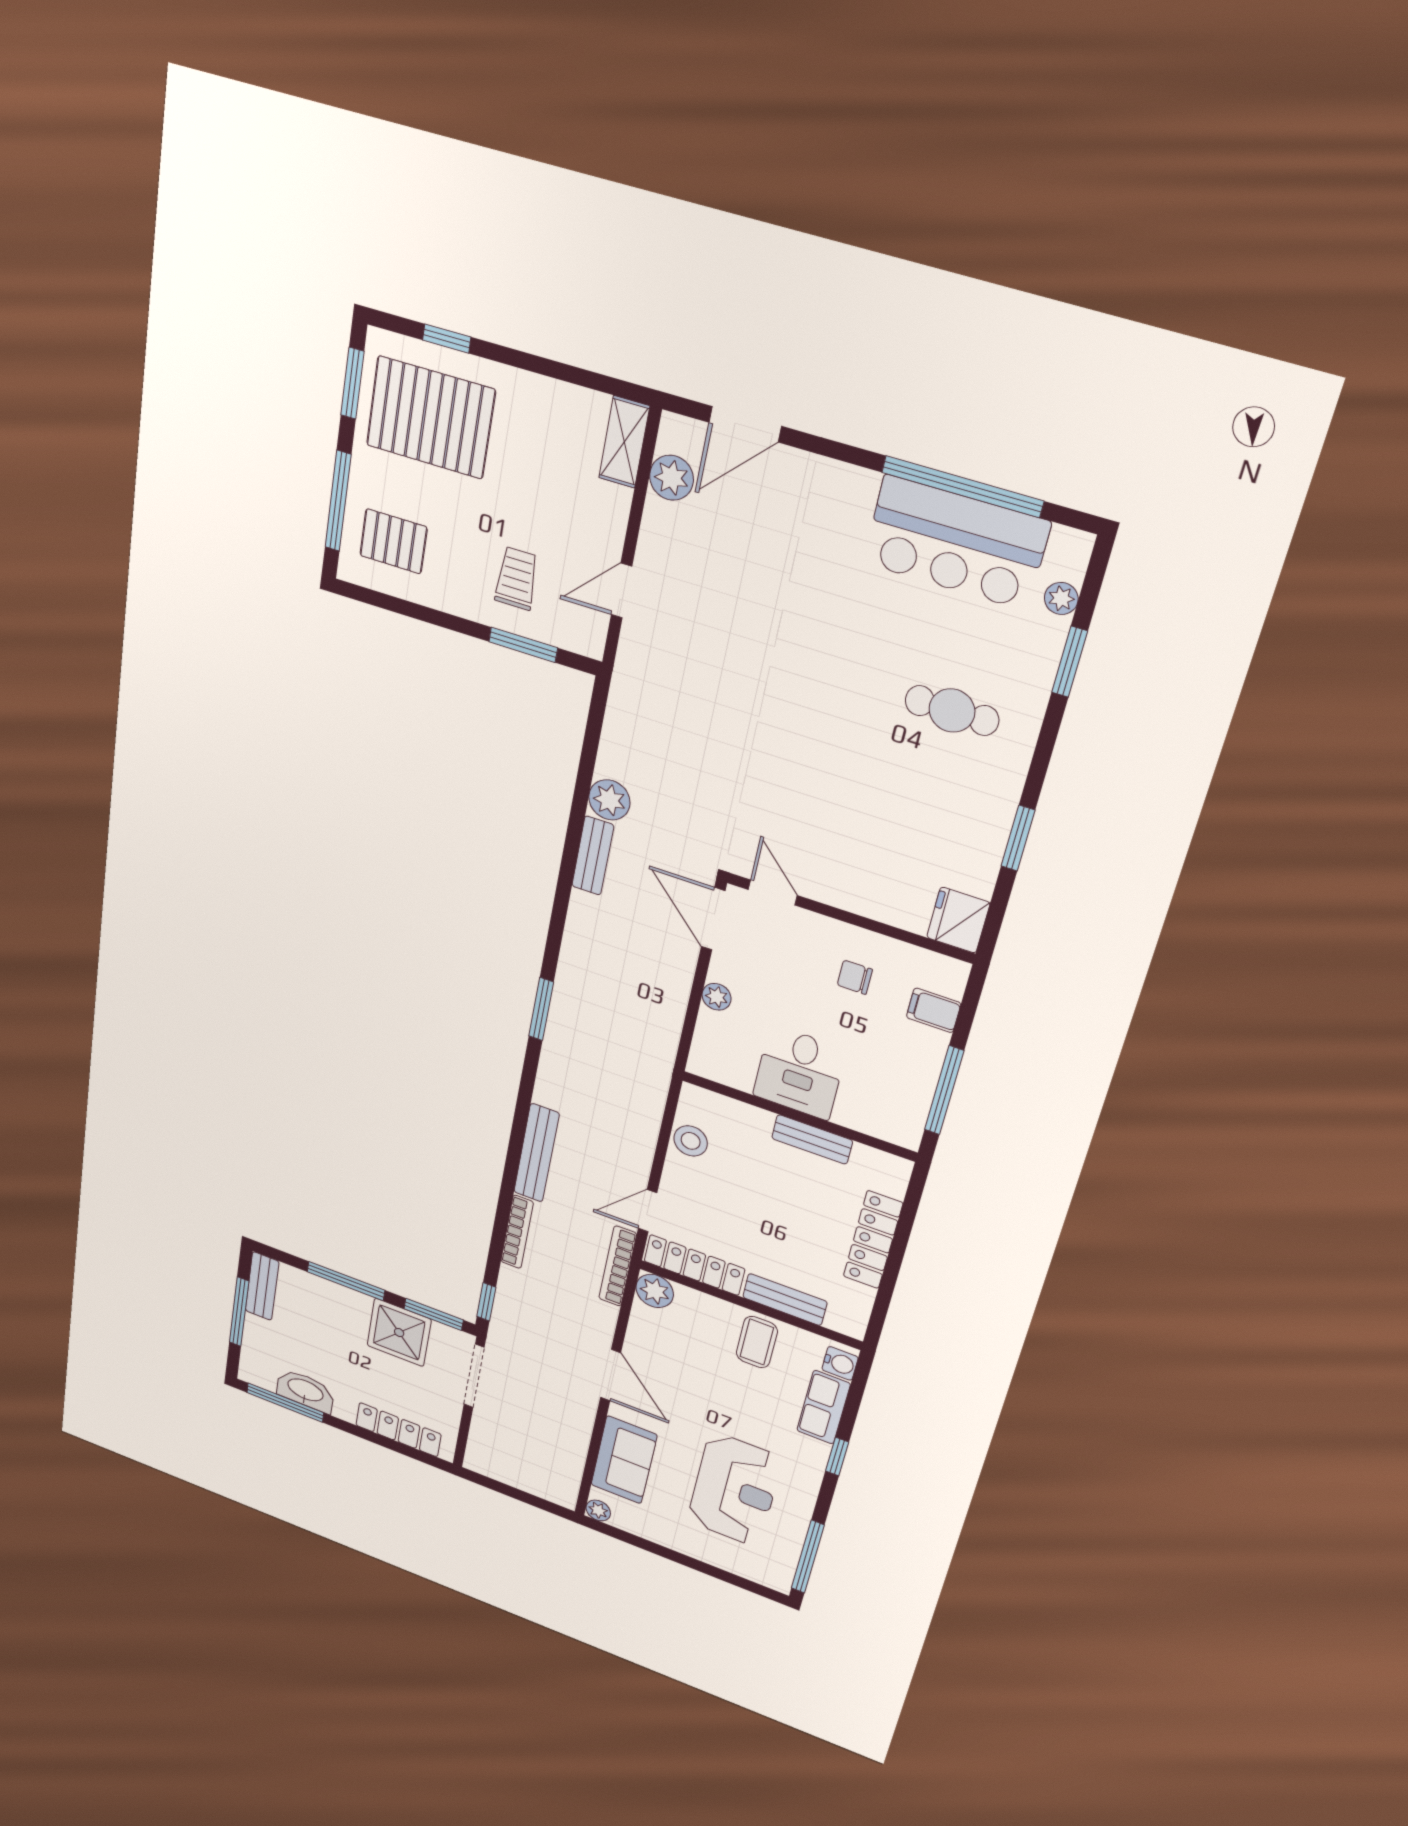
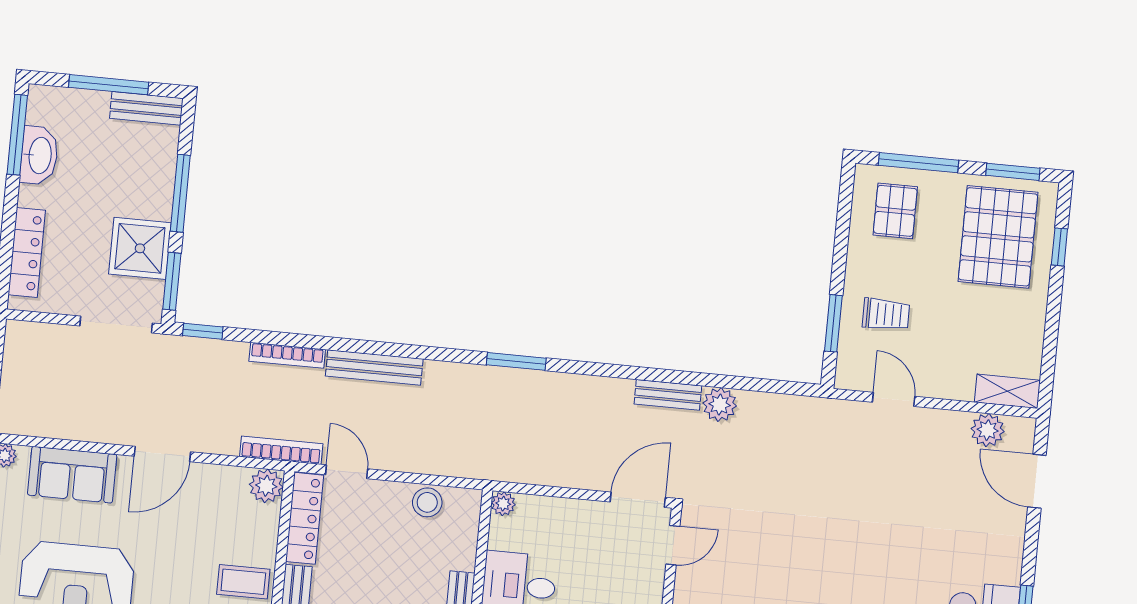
plant: (717, 997) -> (503, 504), moved

